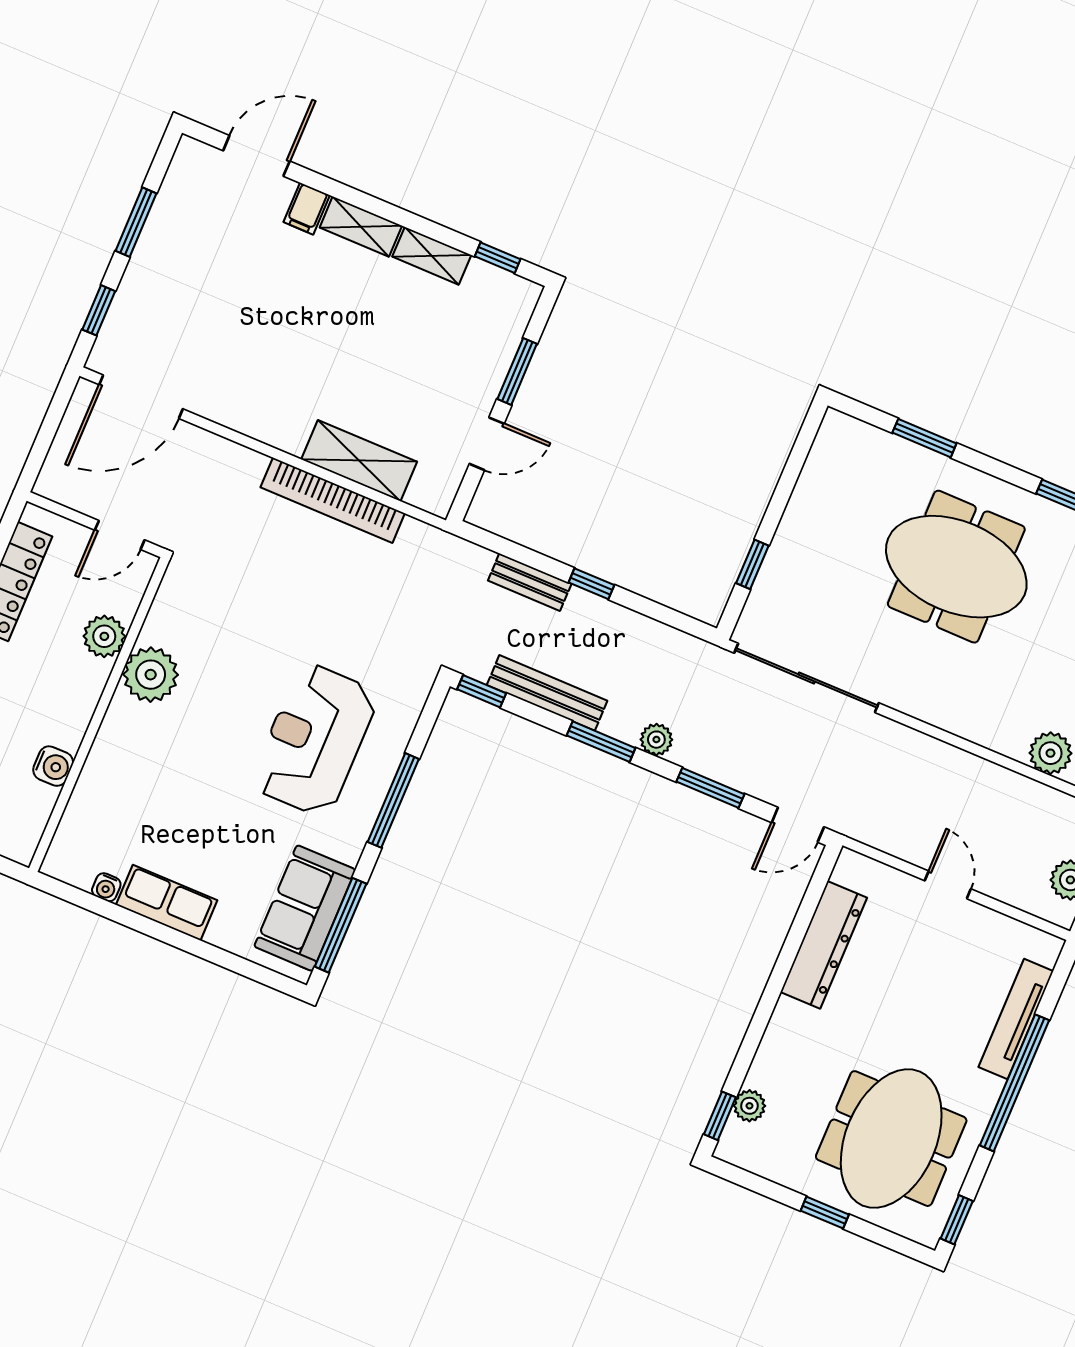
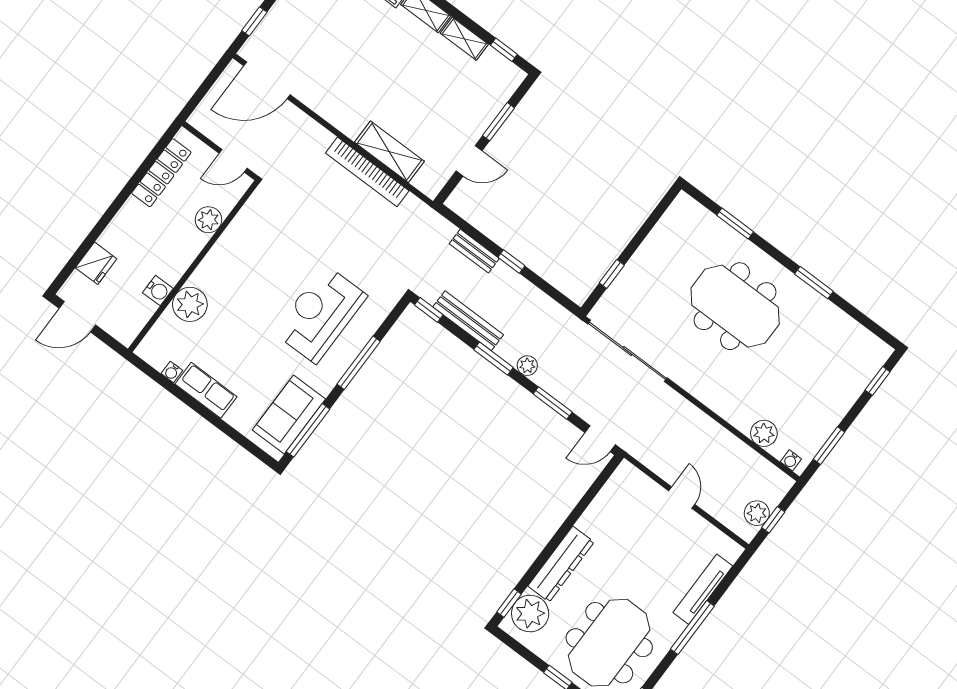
plant: (151, 675) -> (190, 304), moved
dresser: (824, 945) -> (561, 564), moved
window: (1014, 1083) -> (692, 628), width x0.68
plant: (749, 1106) -> (530, 614), width x1.87, depth x1.87

